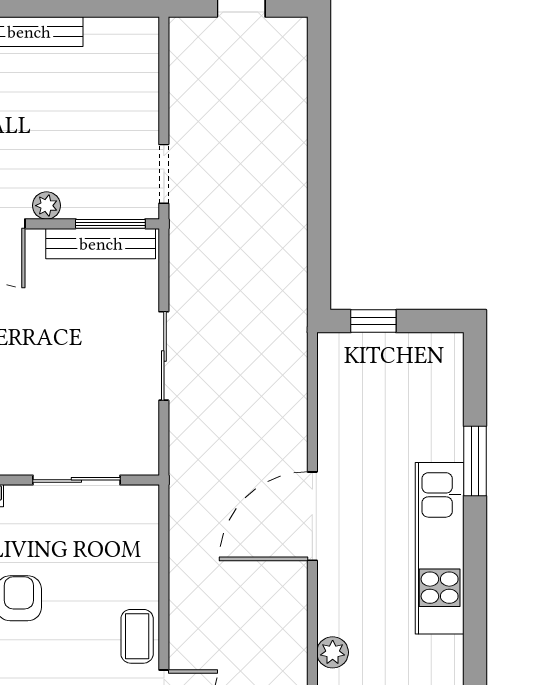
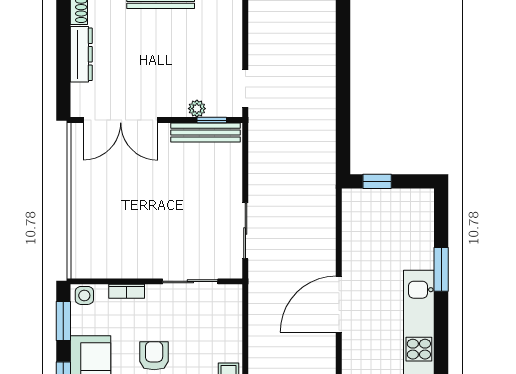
plant: (47, 206) -> (197, 109), moved
window: (110, 224) -> (212, 120), width x0.67
sliding door: (164, 356) -> (245, 231), moved

